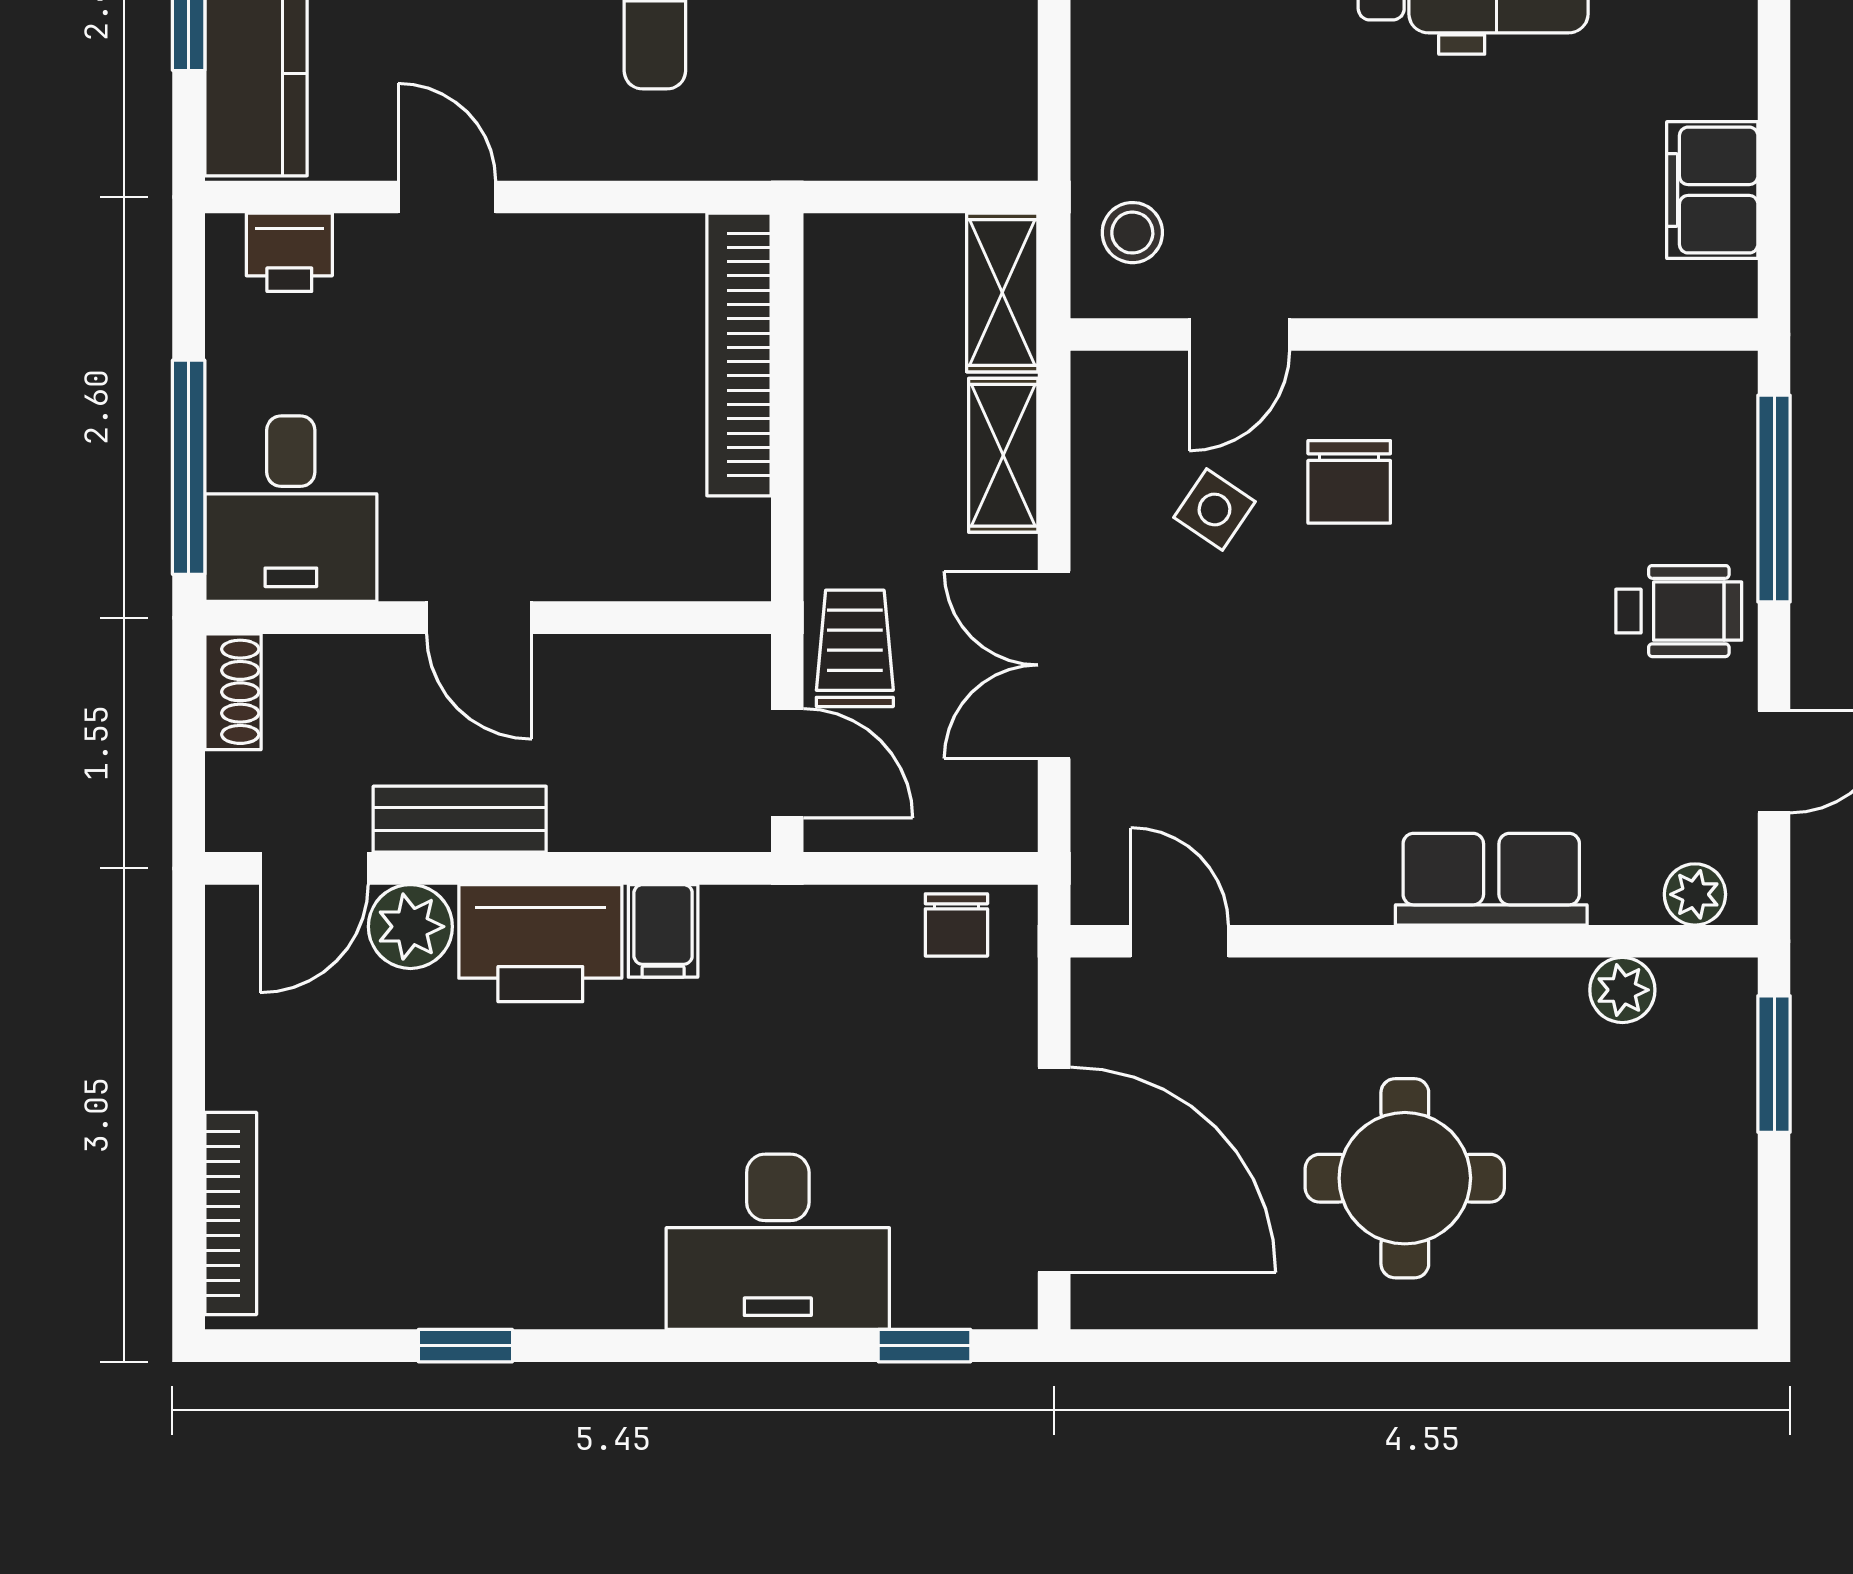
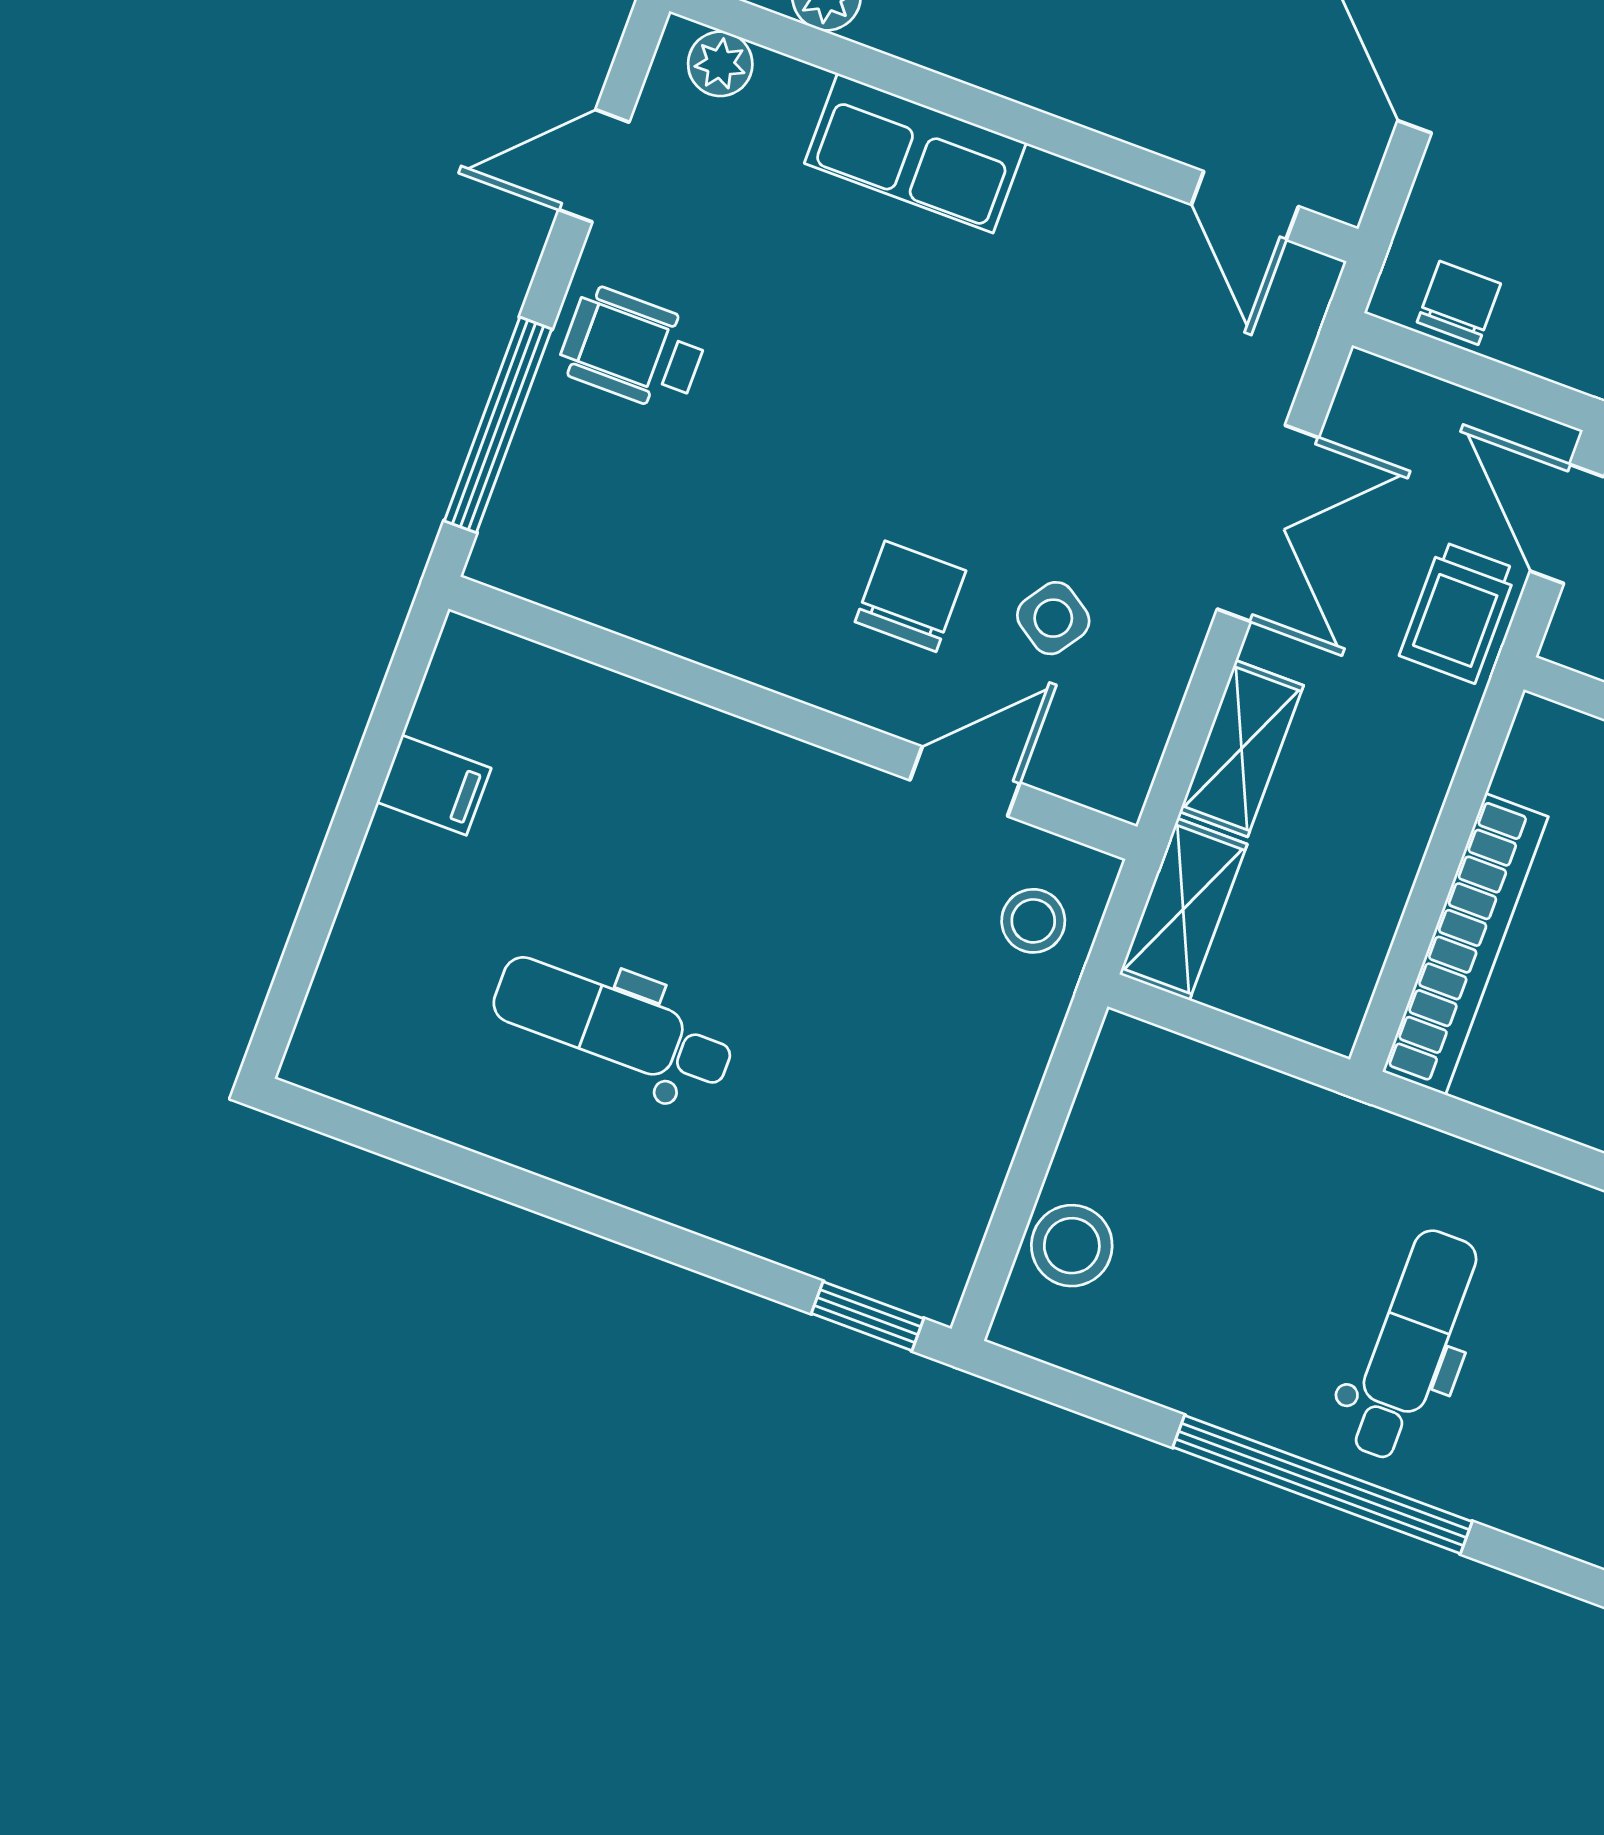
filing cabinet: (1712, 190) -> (434, 785), width x0.50

